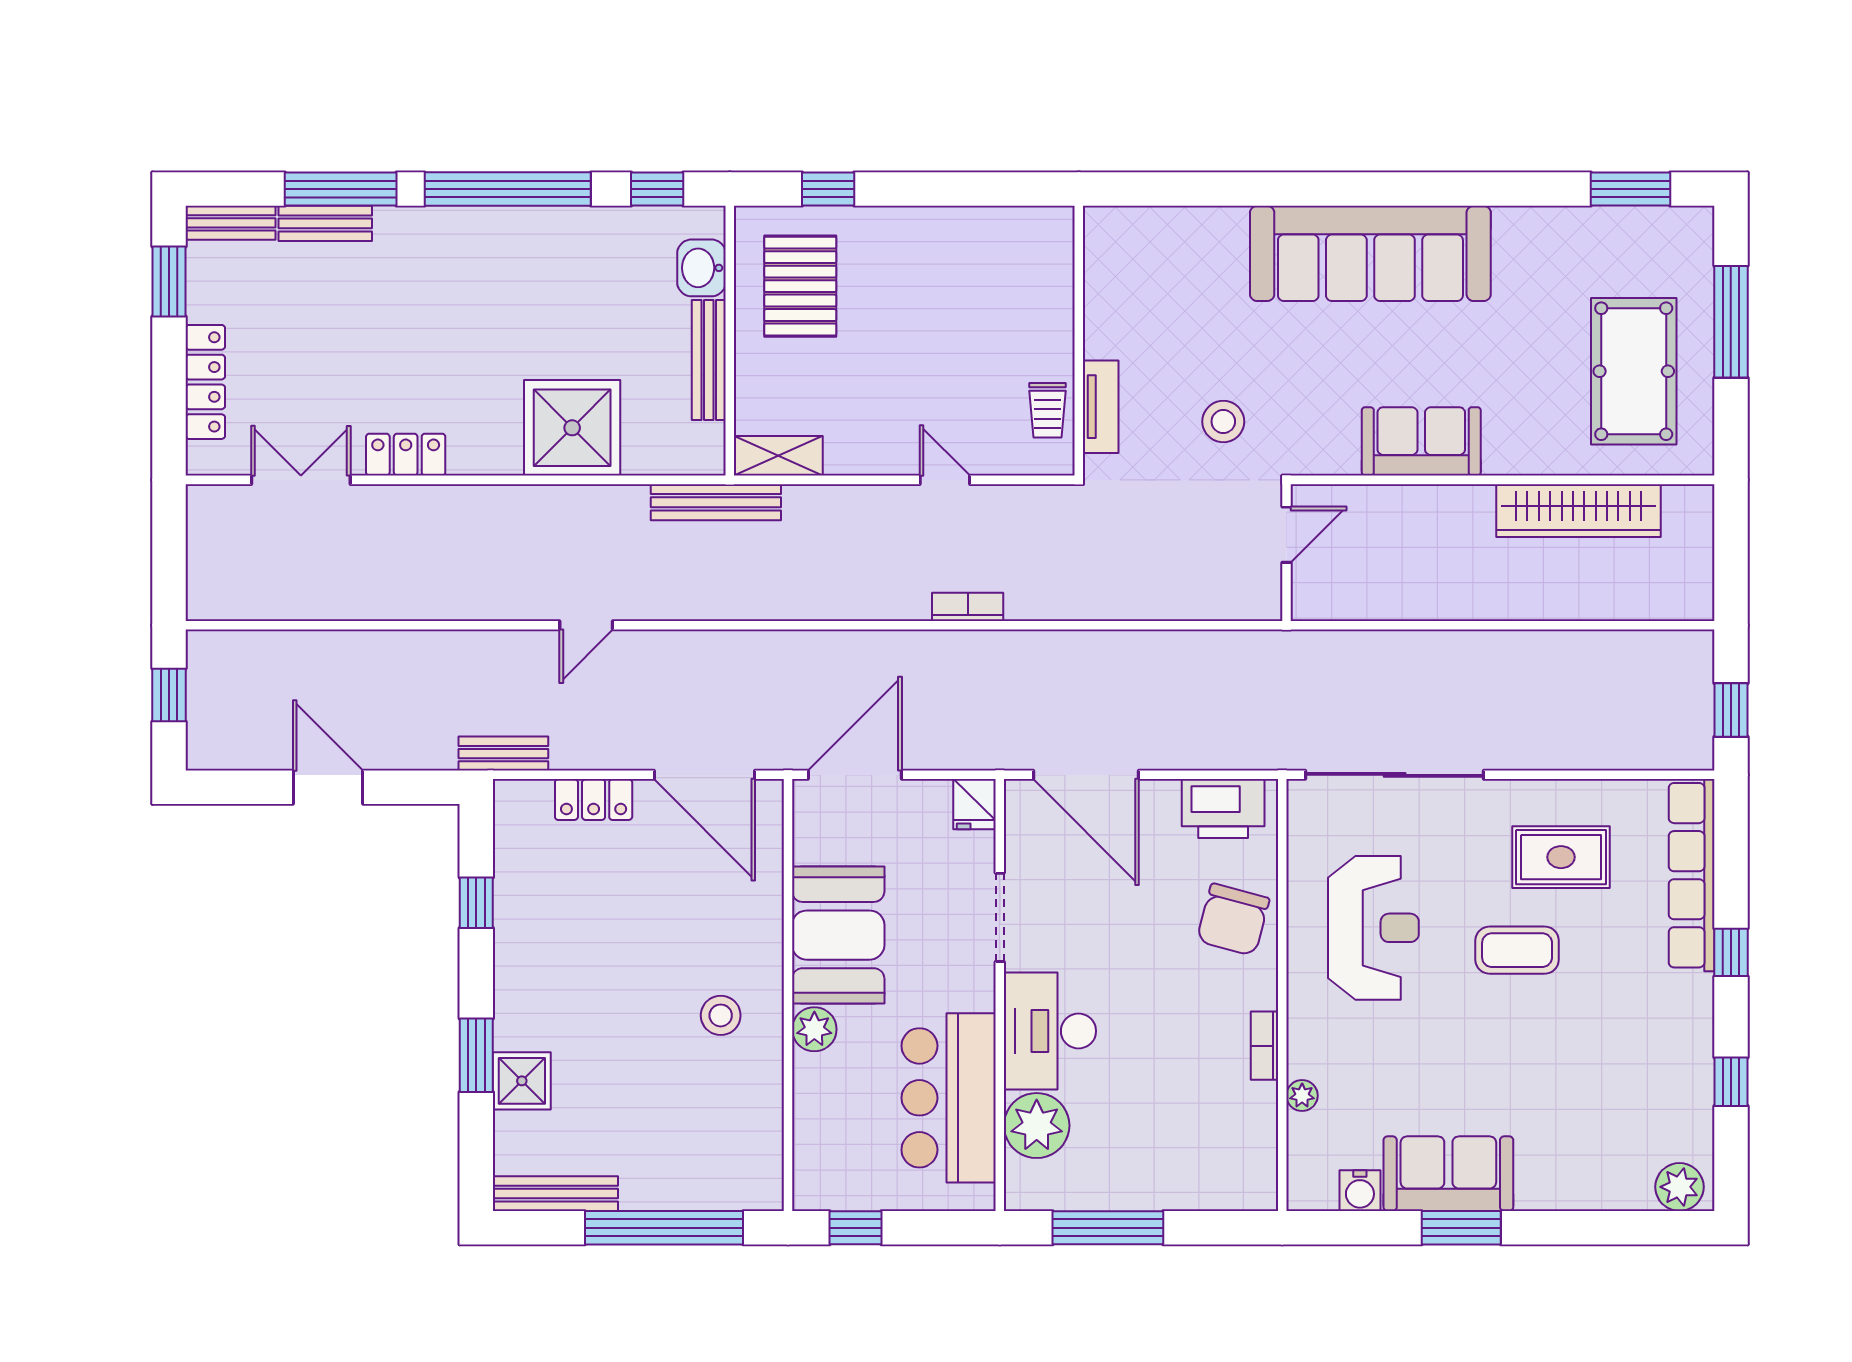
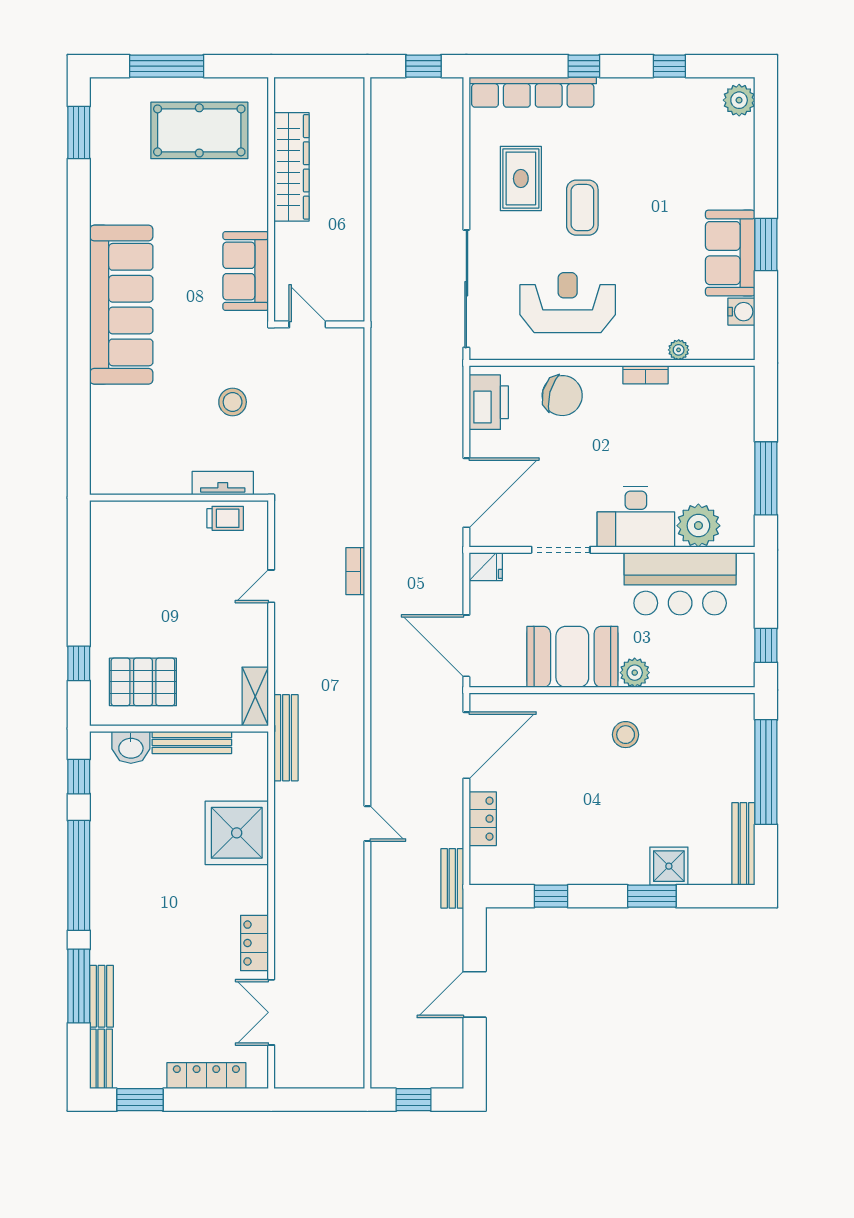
door: (1286, 535) -> (307, 324), moved
wall: (1286, 553) -> (319, 324), moved

